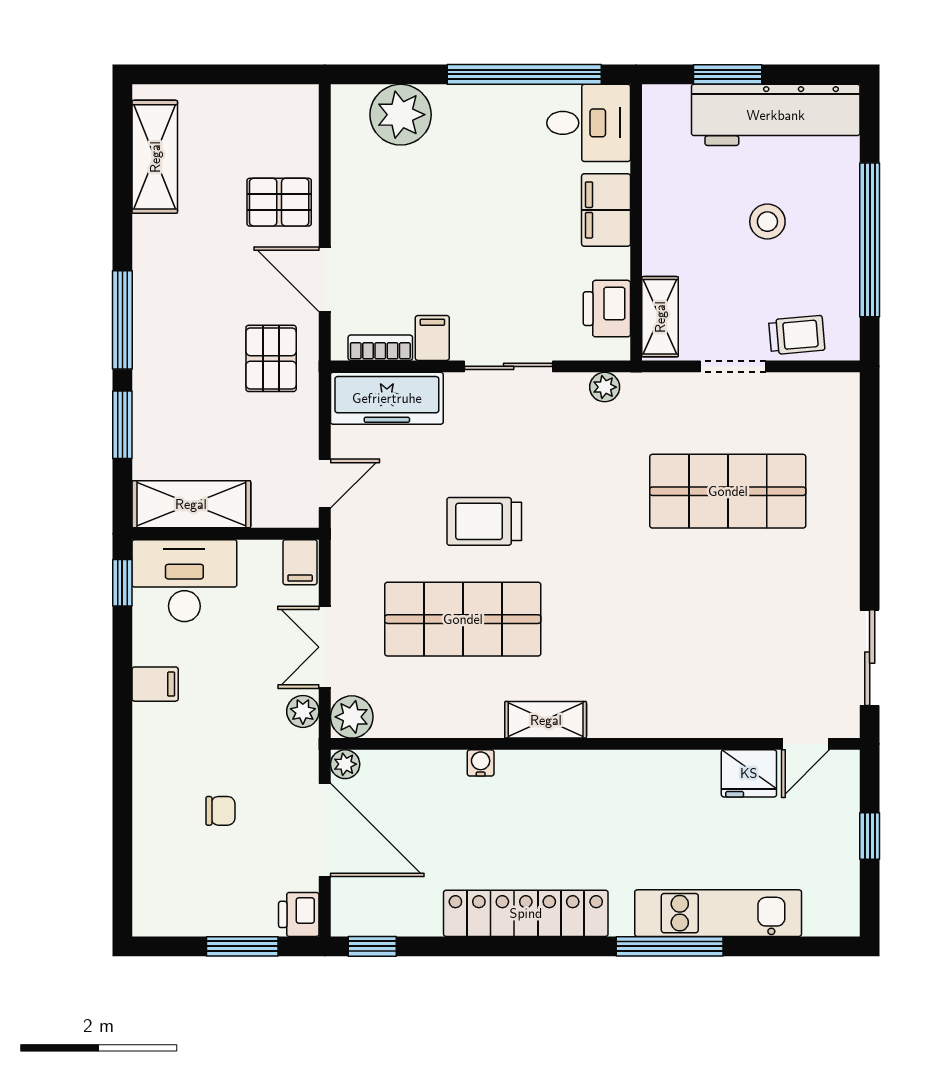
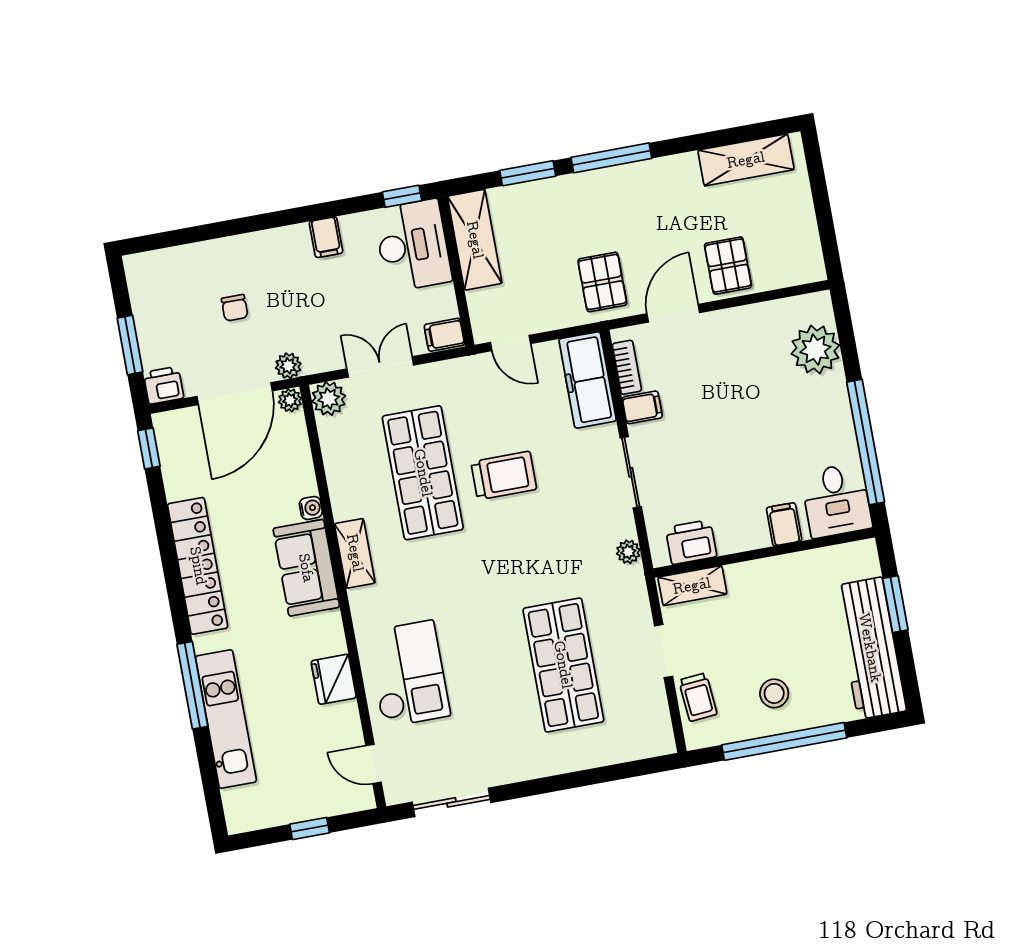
filing cabinet: (606, 210) -> (784, 524), width x0.50
stool: (767, 222) -> (774, 693), moved
pallet: (271, 358) -> (602, 282), turned 90
trolley: (484, 521) -> (504, 476), turned 90
checkout: (704, 681) -> (408, 674), added
plant: (303, 711) -> (288, 366), moved
fridge: (749, 773) -> (334, 679), moved
sofa: (552, 782) -> (306, 568), added

